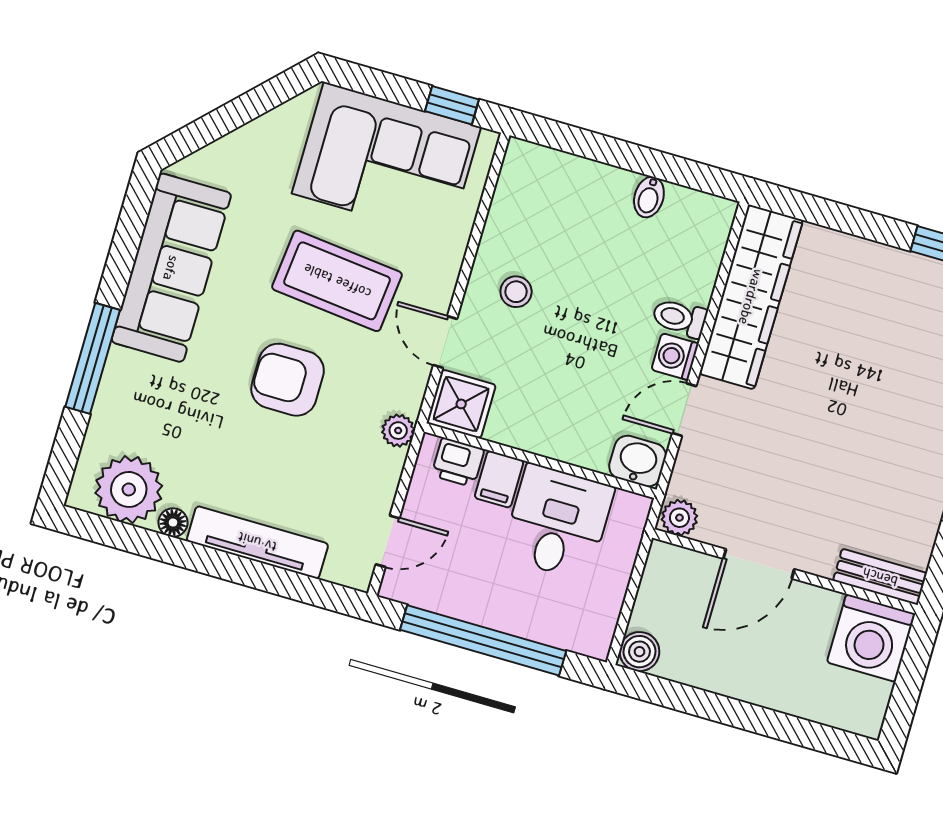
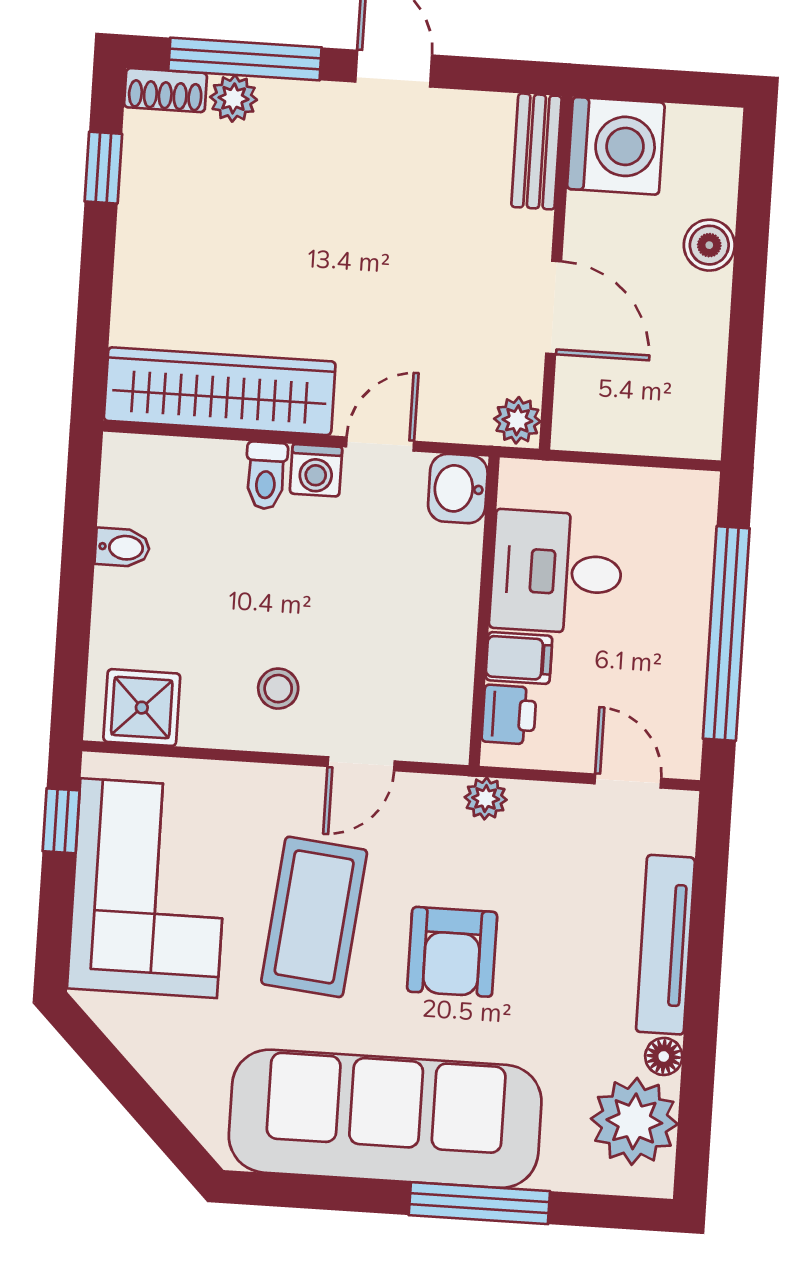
sofa: (171, 268) -> (385, 1119), width x1.36, depth x1.27
shower: (461, 404) -> (142, 708), moved
door: (684, 410) -> (380, 444), swing flipped
boiler: (639, 652) -> (709, 245), moved

